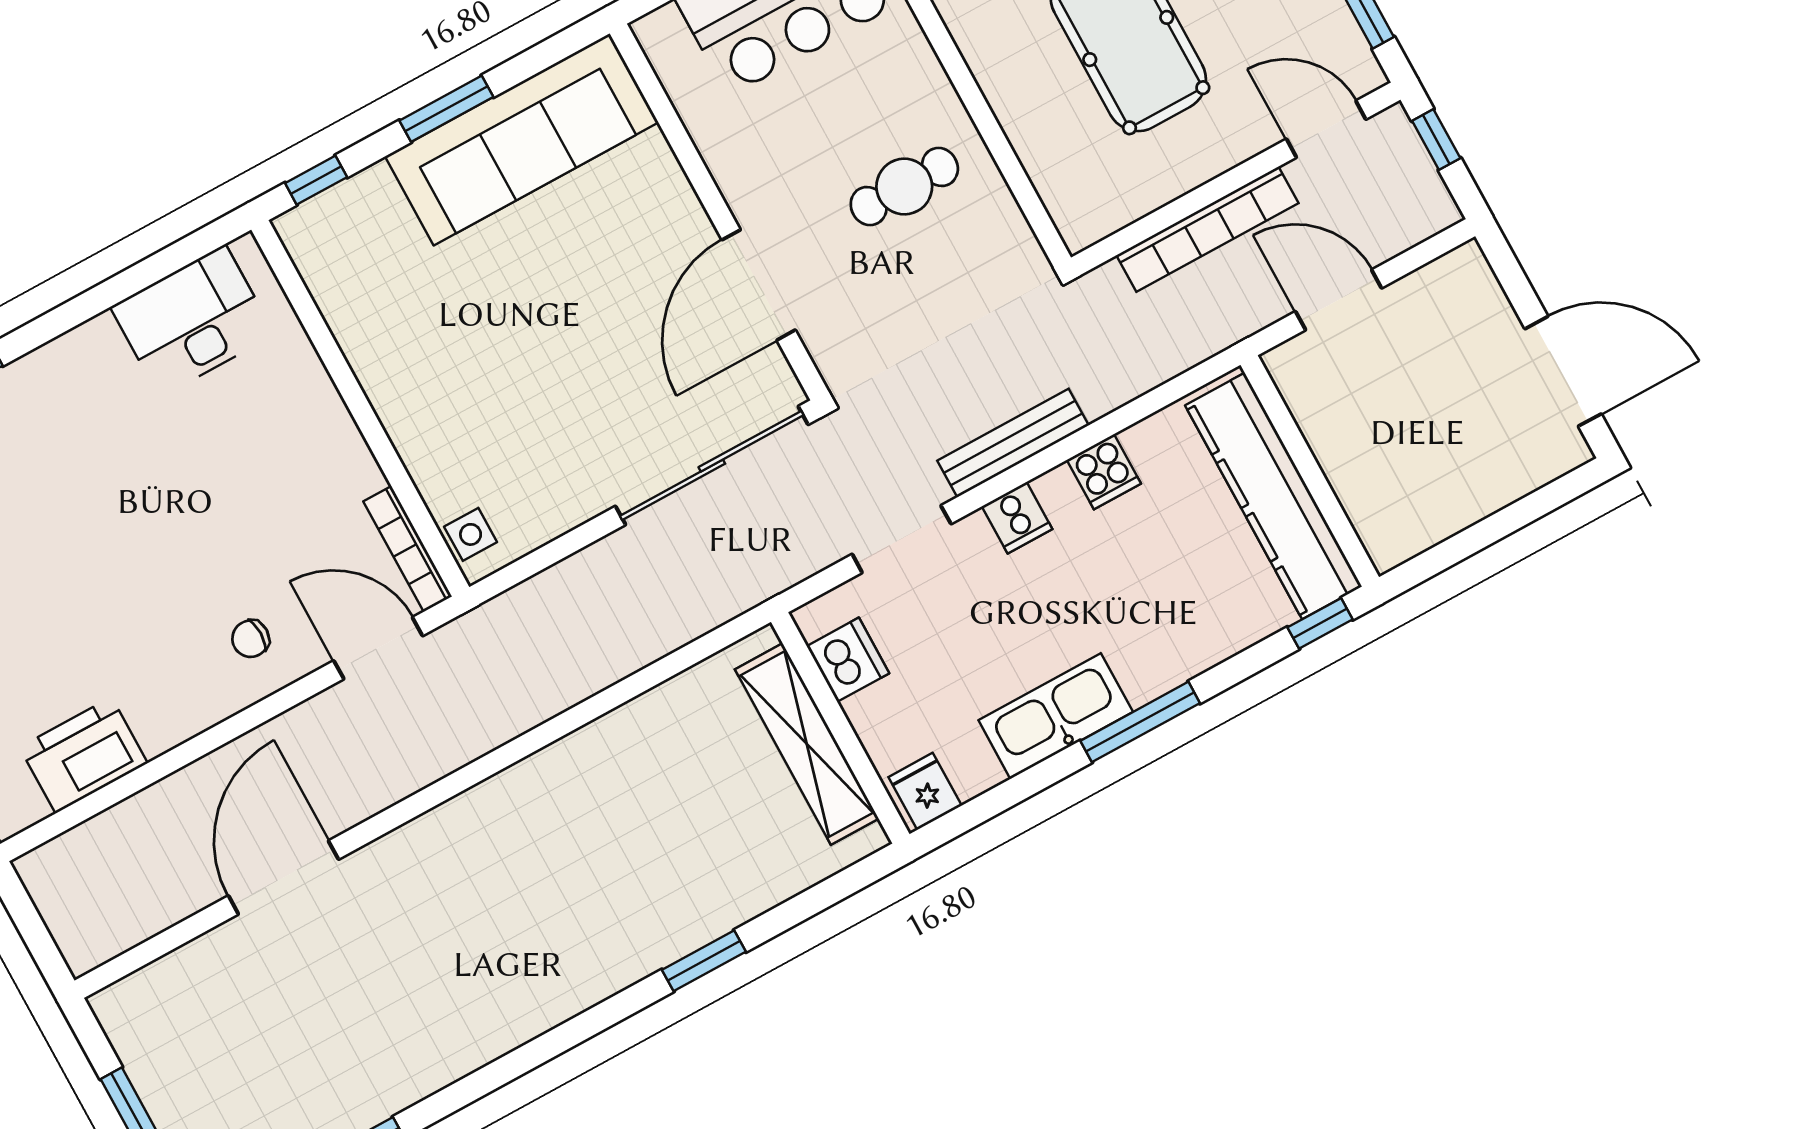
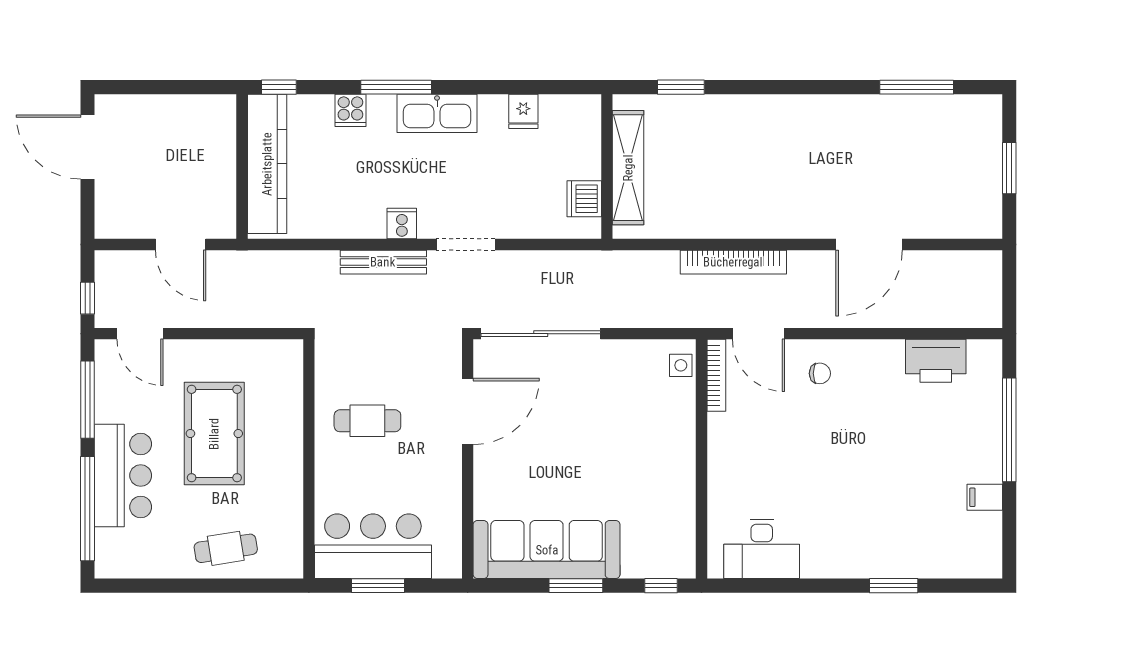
bookcase: (1207, 229) -> (733, 262), moved, turned 180
cooker: (1104, 472) -> (350, 110), moved, turned 180
dishwasher: (848, 660) -> (584, 199), moved
wall: (840, 728) -> (607, 167), moved
shelving: (807, 744) -> (628, 168), moved

